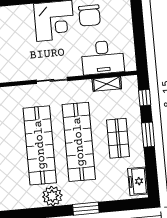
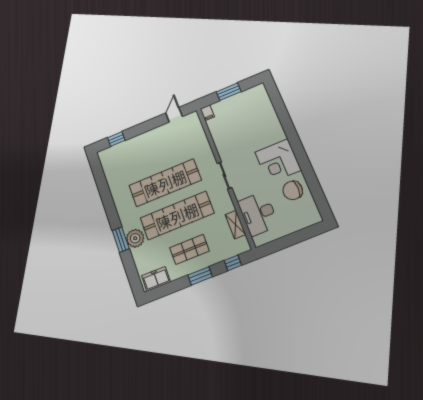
plant: (52, 196) -> (135, 238), moved

